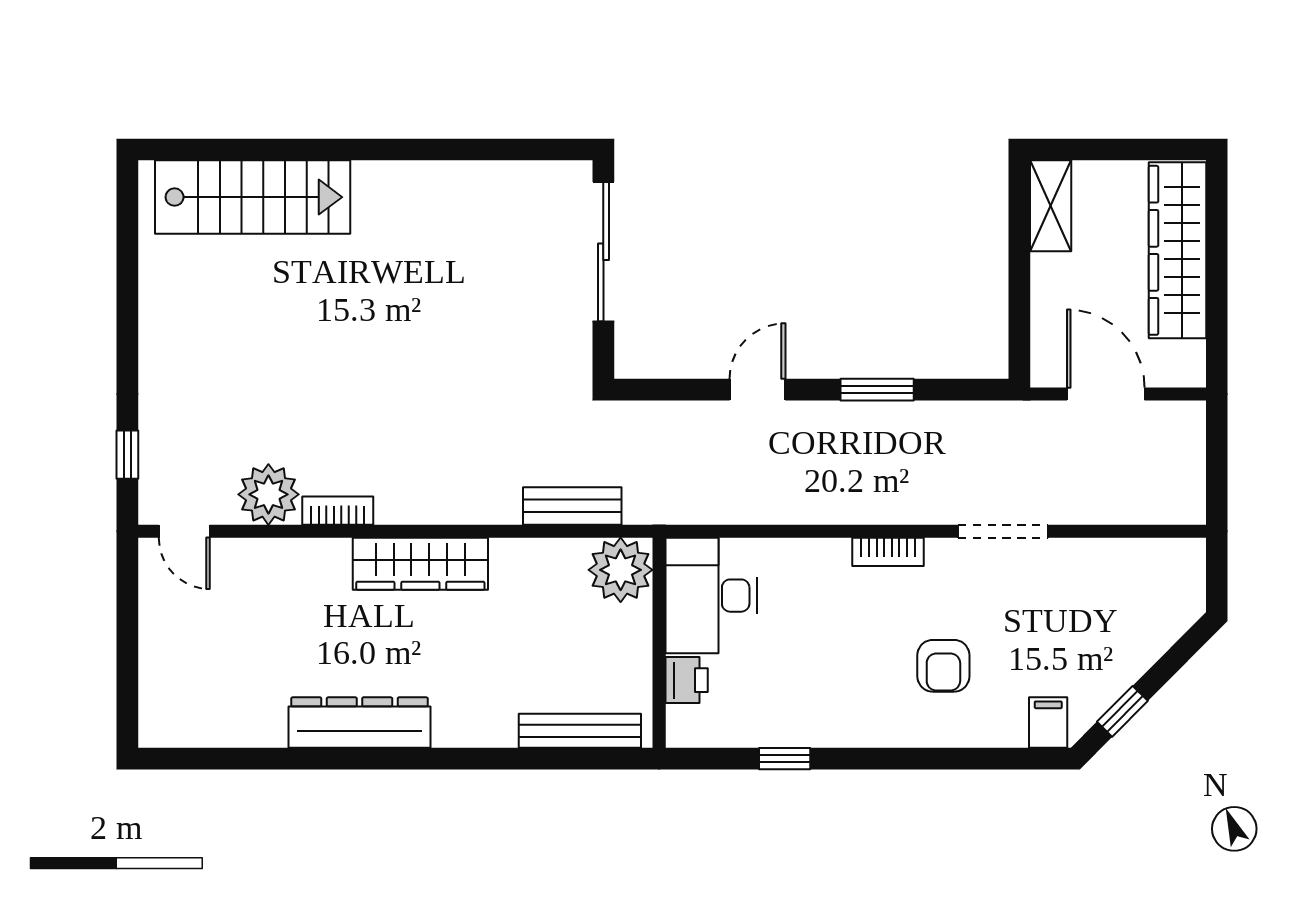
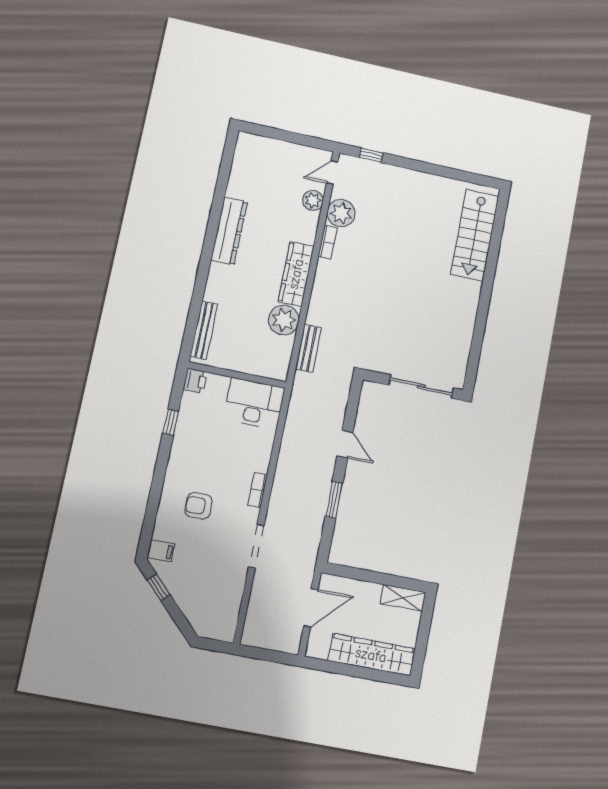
plant: (254, 560) -> (313, 200), added
plant: (621, 570) -> (284, 320), moved
printer: (687, 680) -> (195, 381), moved, turned -90

